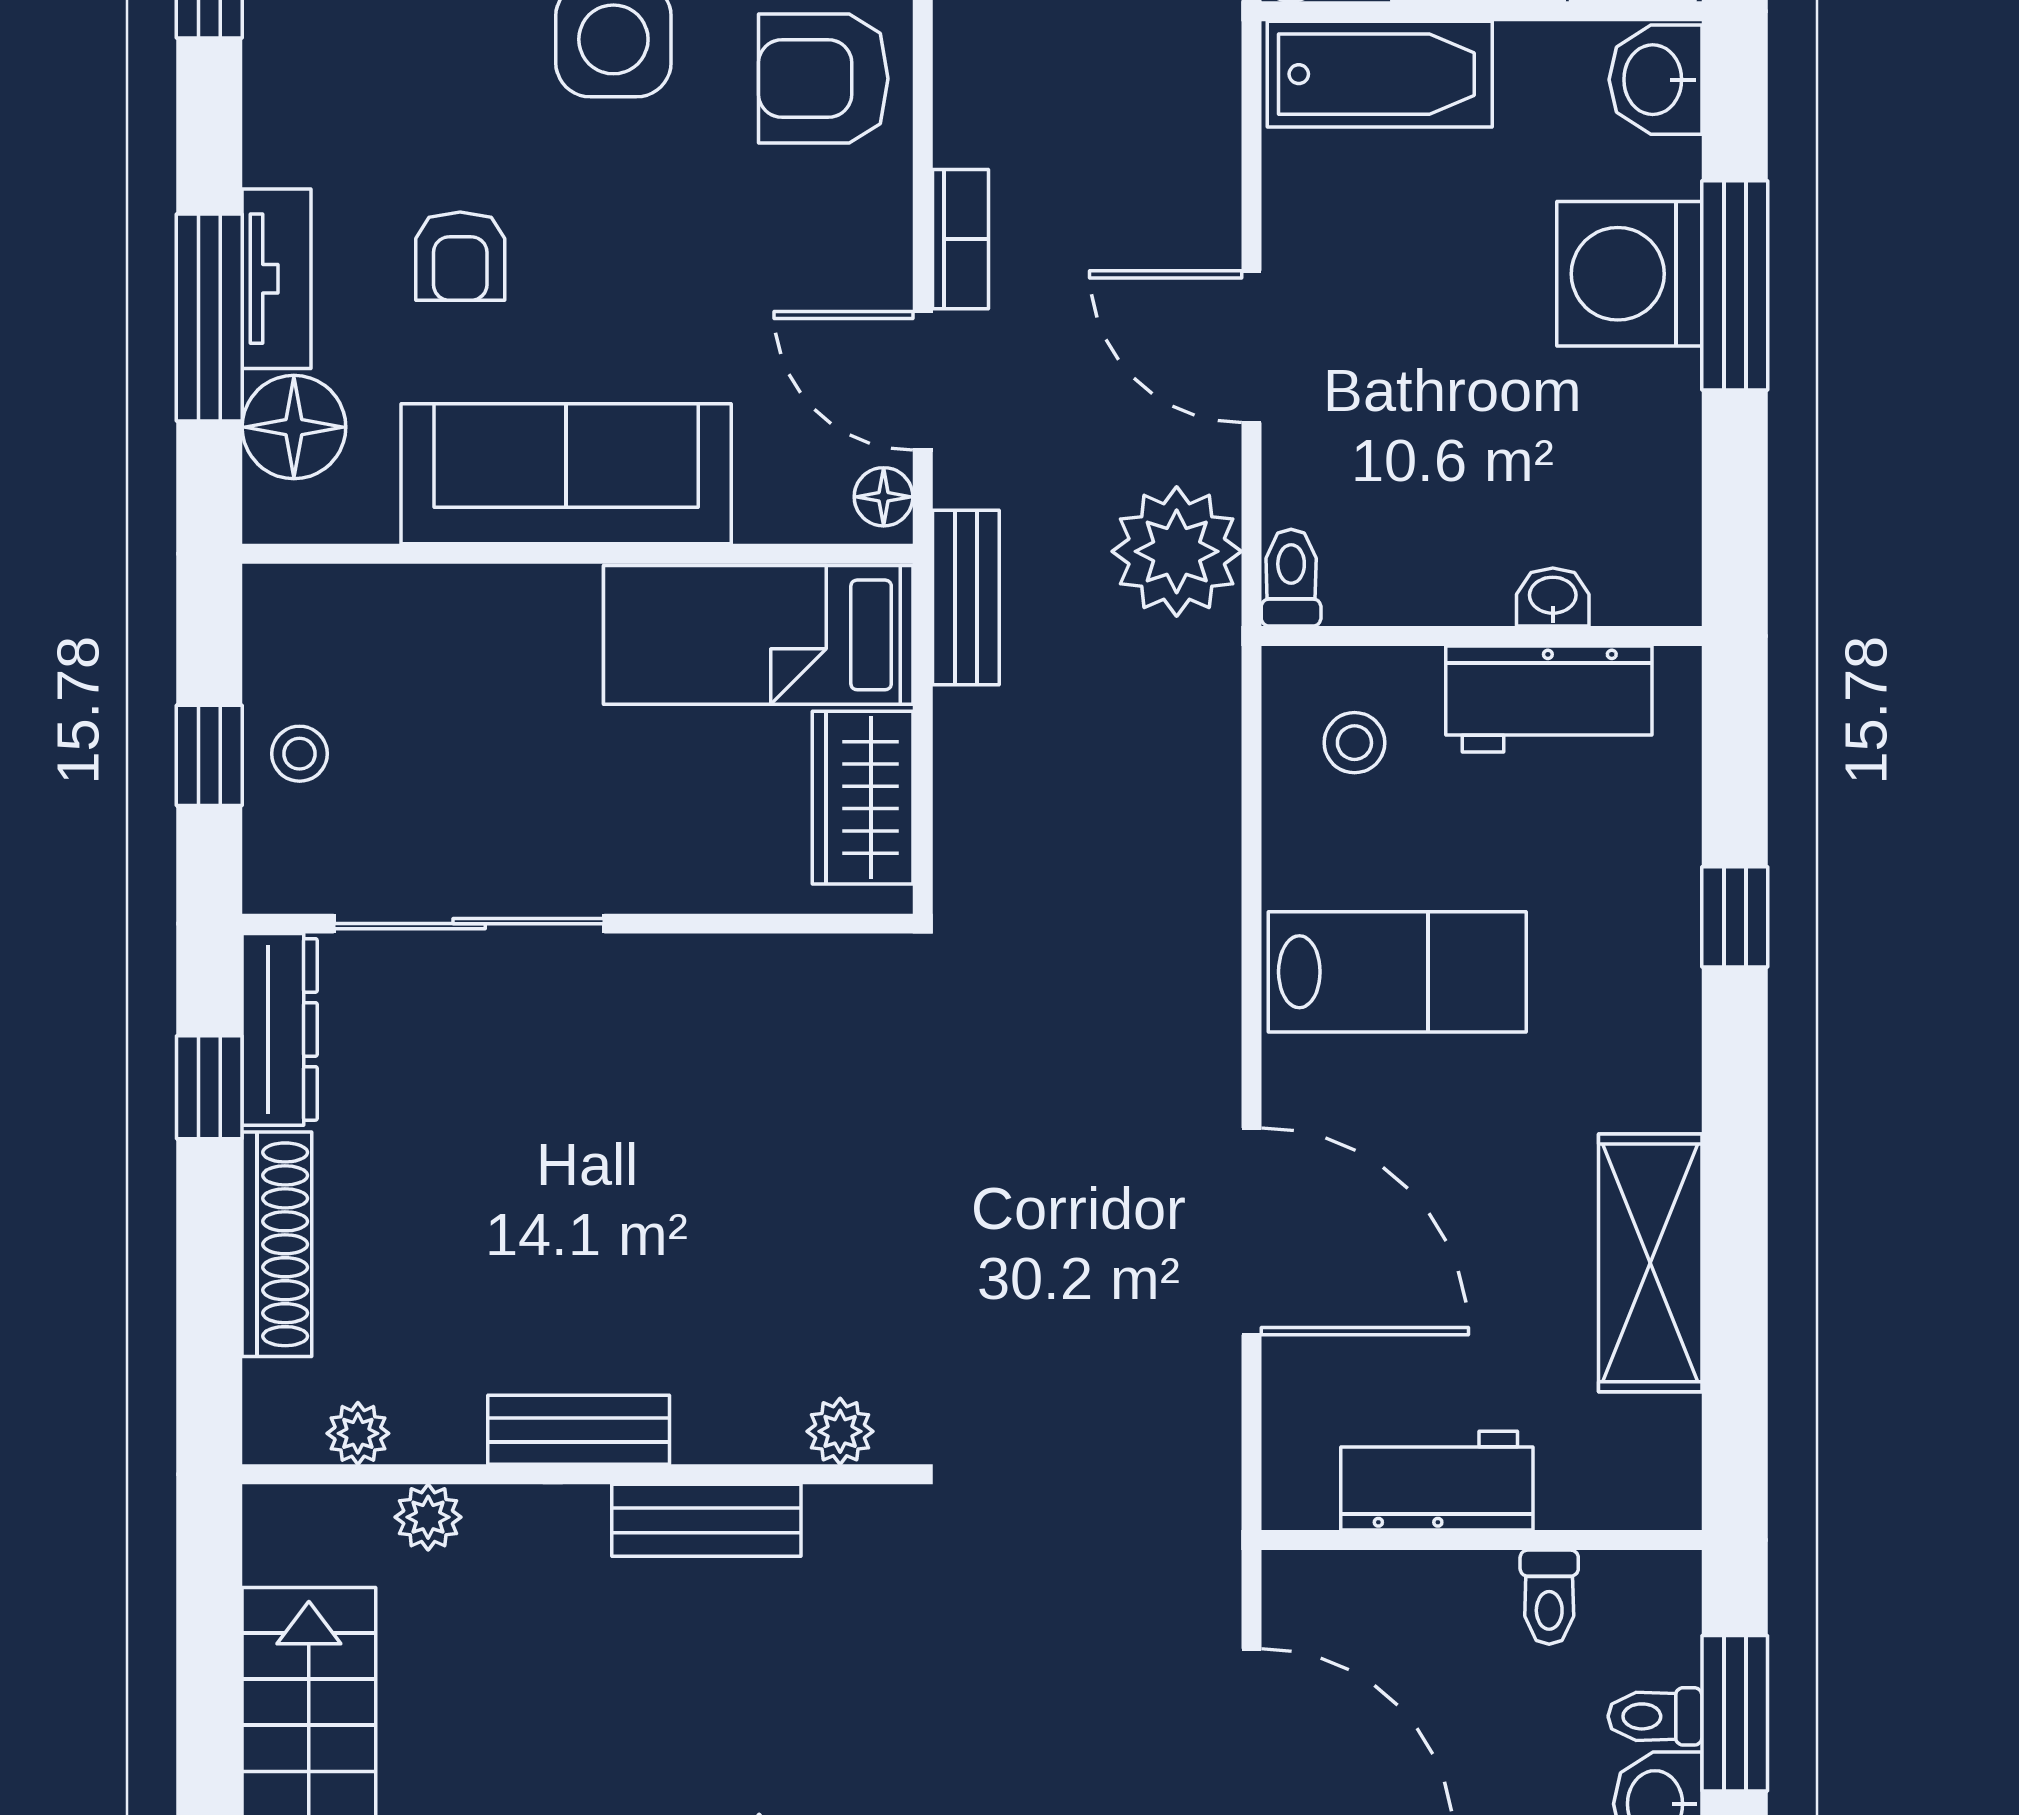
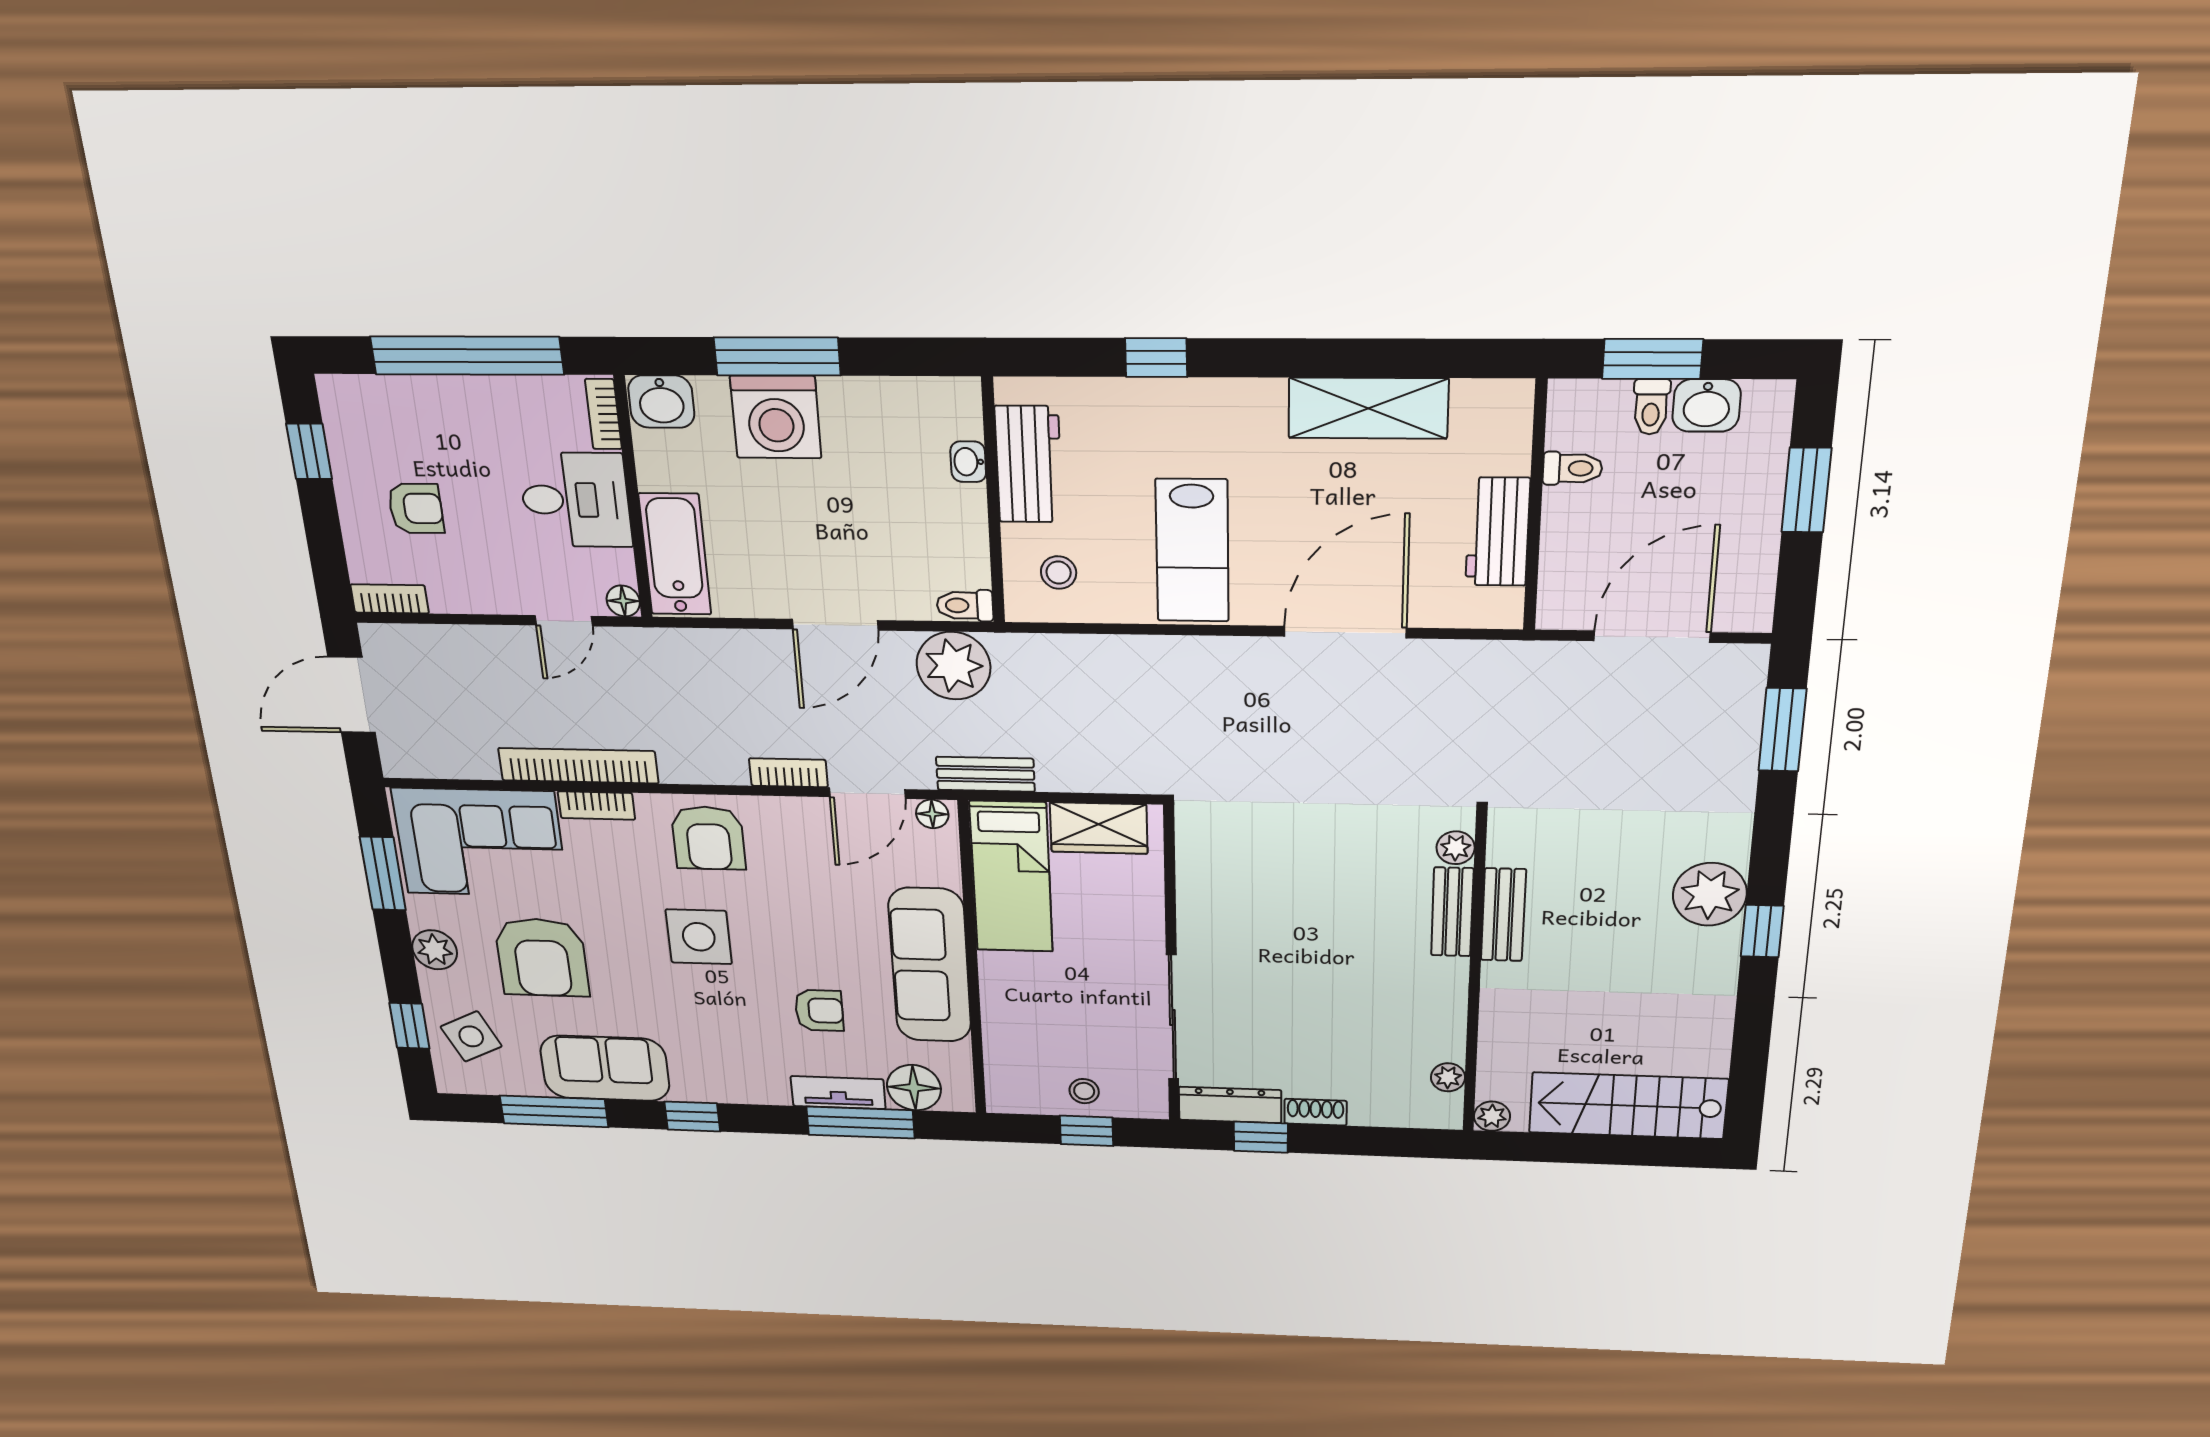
lab bench: (1397, 972) -> (1192, 551), turned 180
shoe rack: (277, 1244) -> (1315, 1112), width x0.51, depth x0.81
bench: (579, 1430) -> (1452, 912), moved
plant: (428, 1517) -> (1492, 1116), moved

